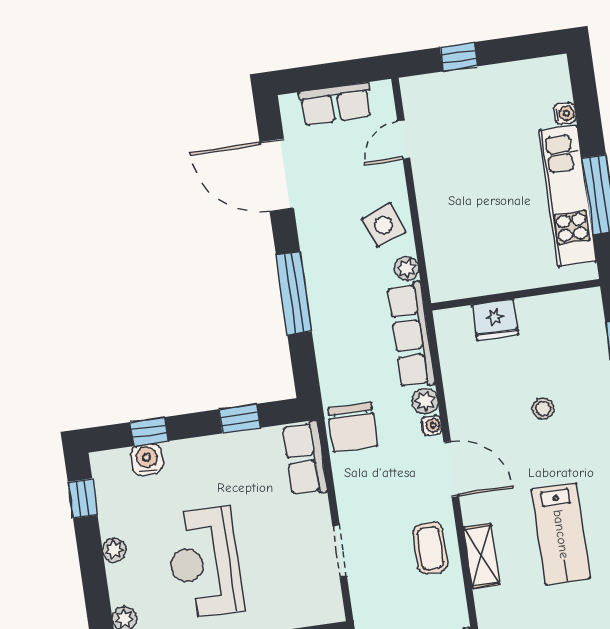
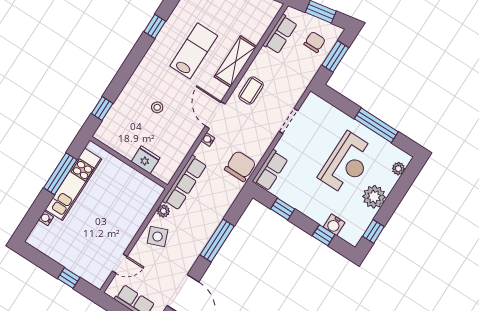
plant: (425, 401) -> (202, 151), removed
plant: (114, 550) -> (374, 197), width x1.87, depth x1.87
shelving: (481, 556) -> (236, 62), width x1.50, depth x1.33

